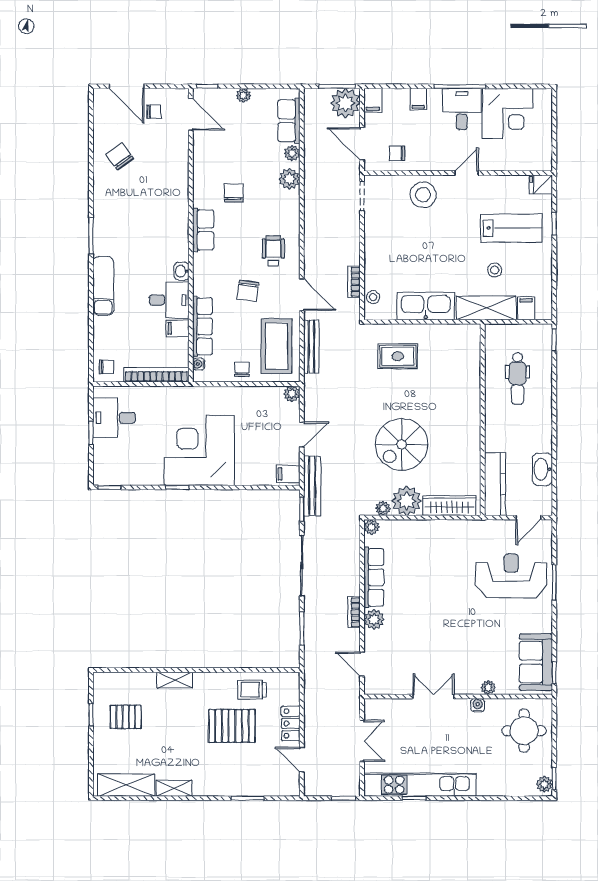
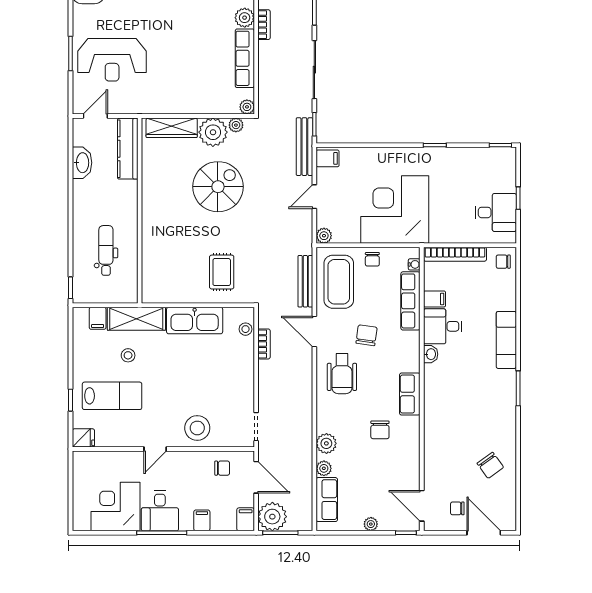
lab bench: (511, 228) -> (112, 396), turned 180
wheelchair: (273, 251) -> (342, 374), width x1.36, depth x1.37
rug: (398, 356) -> (222, 272), turned 90
corner desk: (199, 451) -> (395, 210), moved, turned 180

